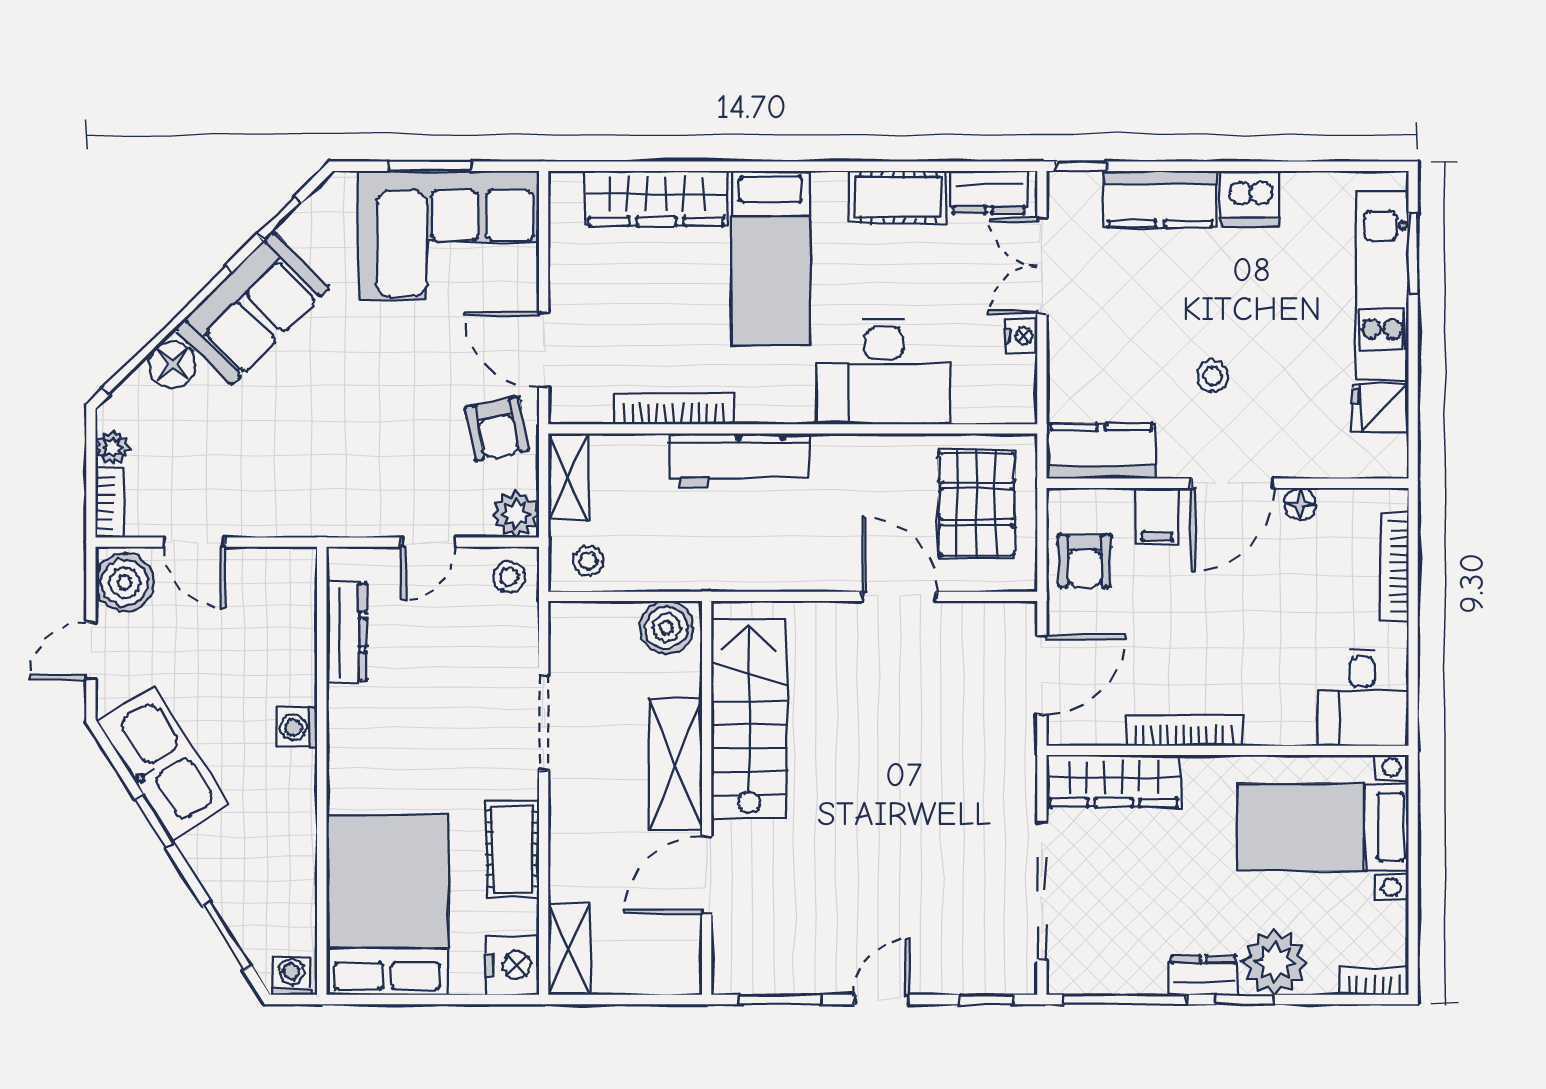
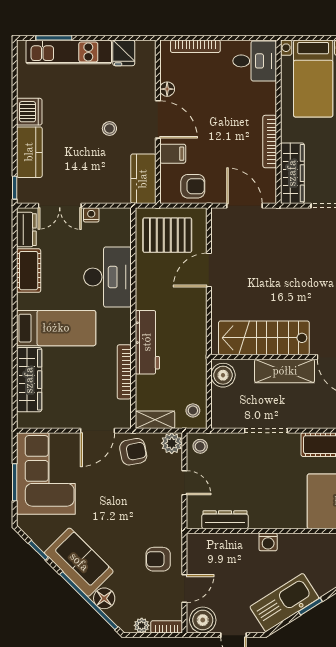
armchair: (259, 484) -> (158, 559), added

